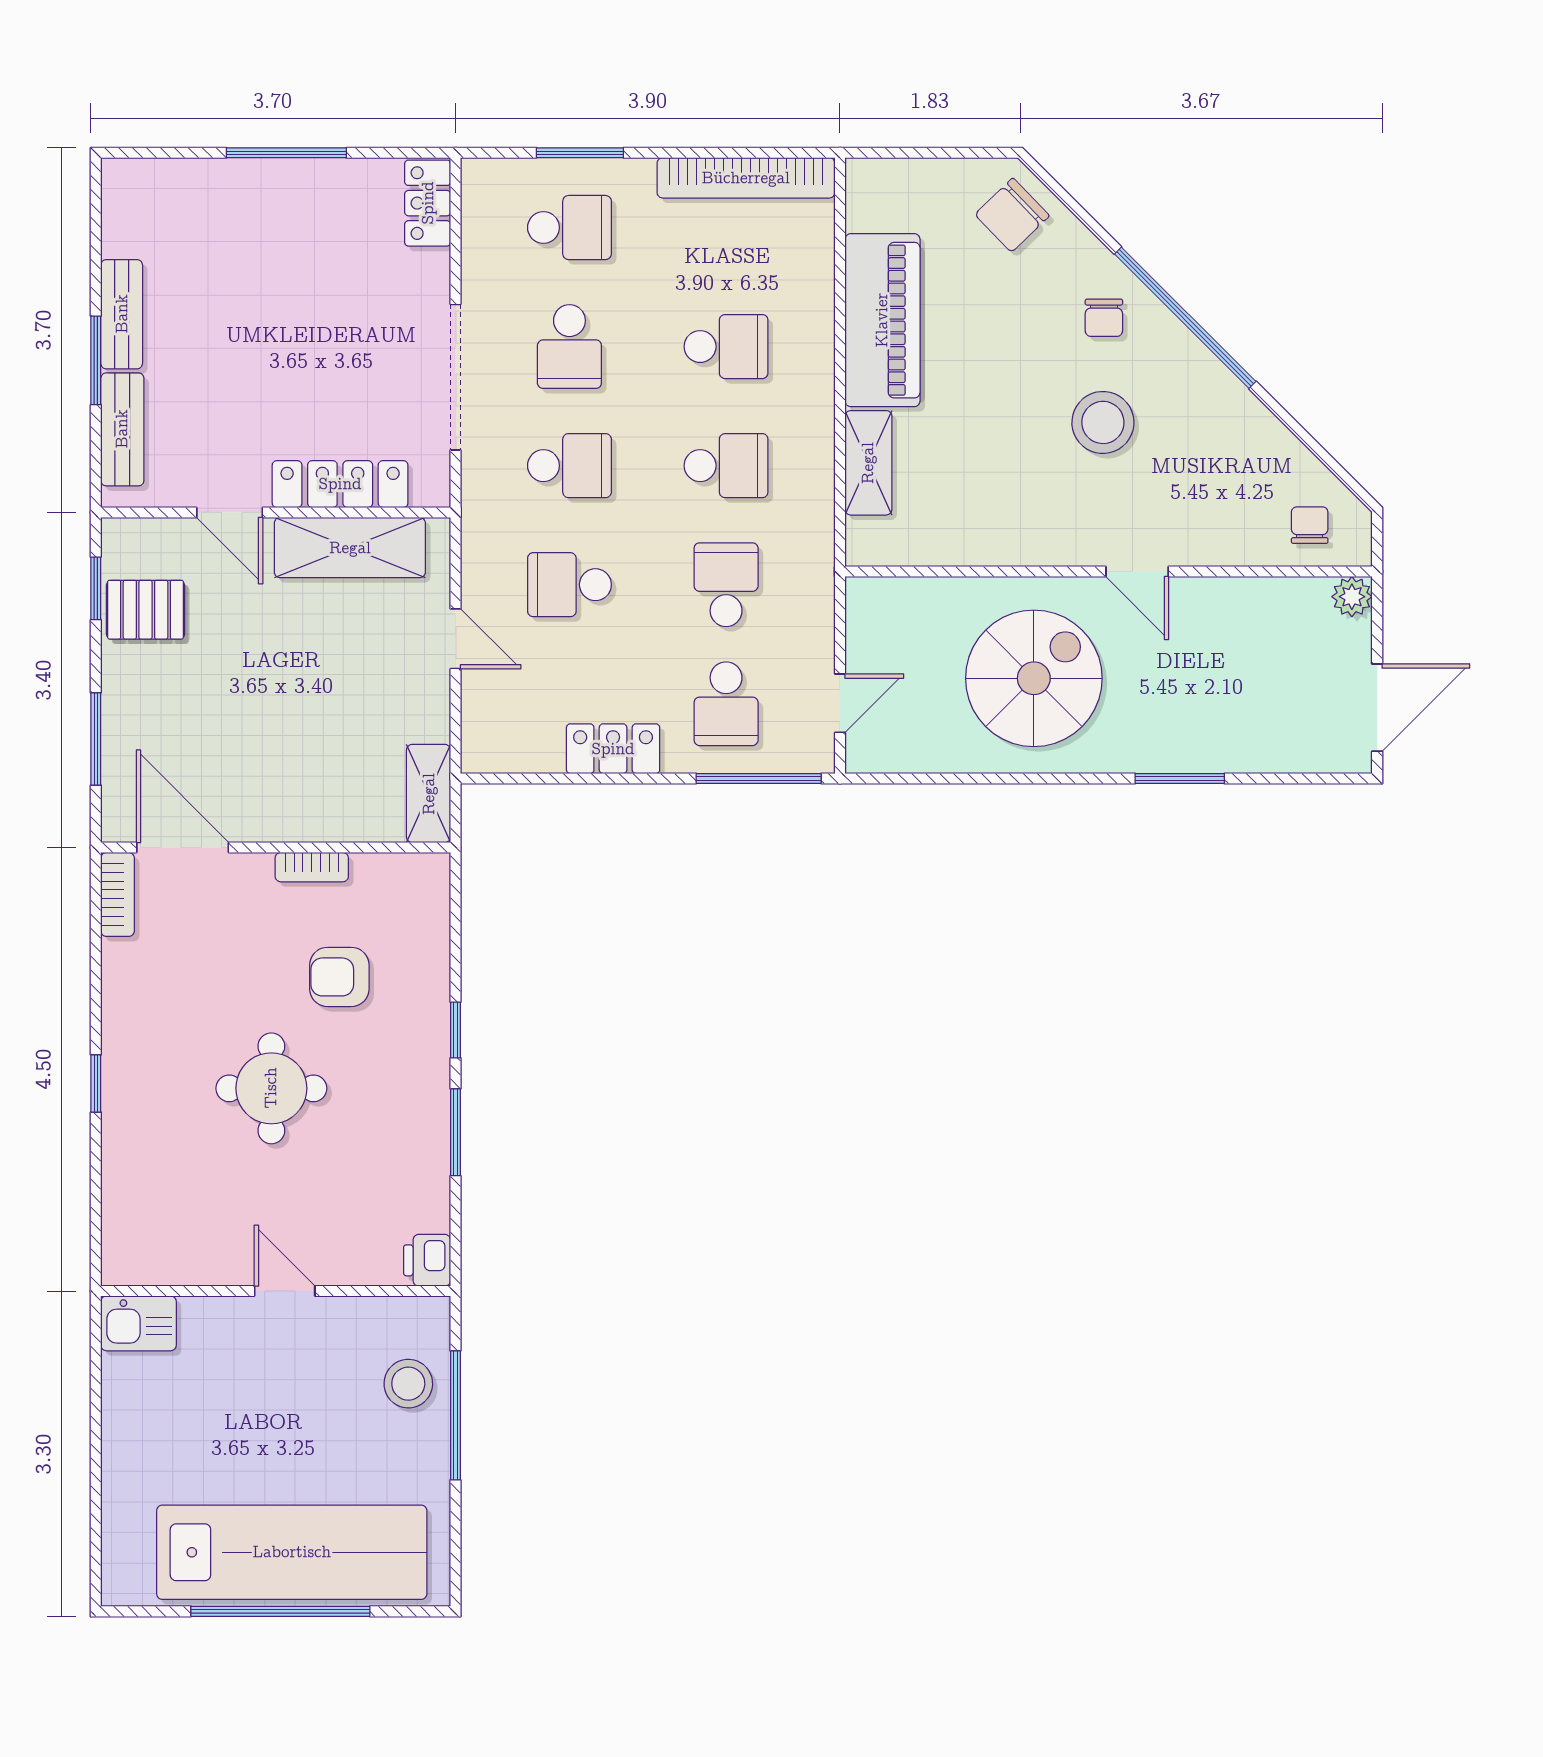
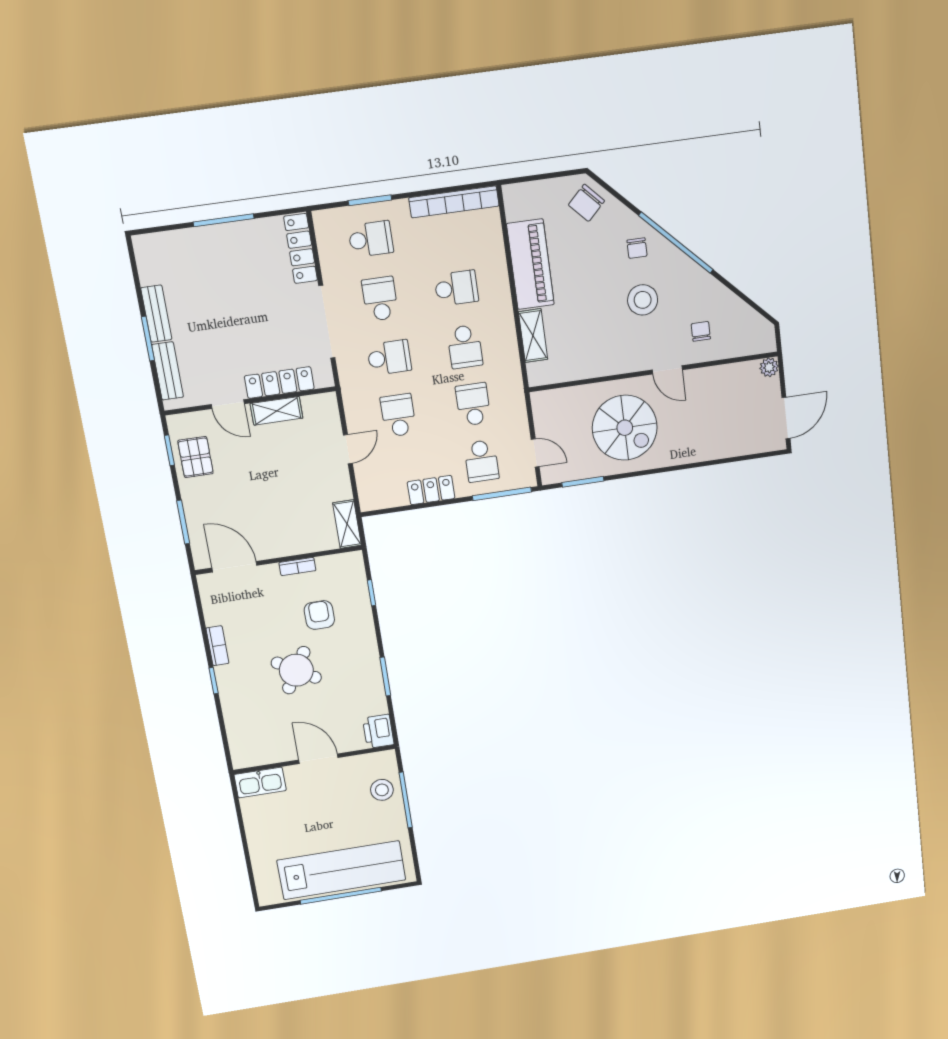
locker: (428, 203) -> (301, 248), width x1.53
school desk: (569, 347) -> (380, 299), turned 180
school desk: (726, 466) -> (465, 347), turned 90
chair: (1310, 525) -> (701, 331), moved
shelving: (350, 548) -> (277, 411), width x0.67, depth x0.75
school desk: (569, 585) -> (398, 415), turned 90
pallet: (145, 610) -> (196, 457), turned 90
door: (456, 639) -> (348, 449), hinge flipped
spiral stairs: (1034, 678) -> (625, 428), turned 90
door: (840, 703) -> (535, 453), hinge flipped
window: (1180, 779) -> (583, 482), moved
bookcase: (118, 894) -> (217, 646), moved
armchair: (339, 977) -> (319, 615), turned 90
window: (456, 1030) -> (371, 593), moved
round table: (271, 1088) -> (296, 670), turned 31
printer: (427, 1260) -> (378, 731), width x1.36, depth x1.24
door: (285, 1291) -> (318, 759), width x1.38
kitchen sink: (139, 1323) -> (260, 782), width x1.38

